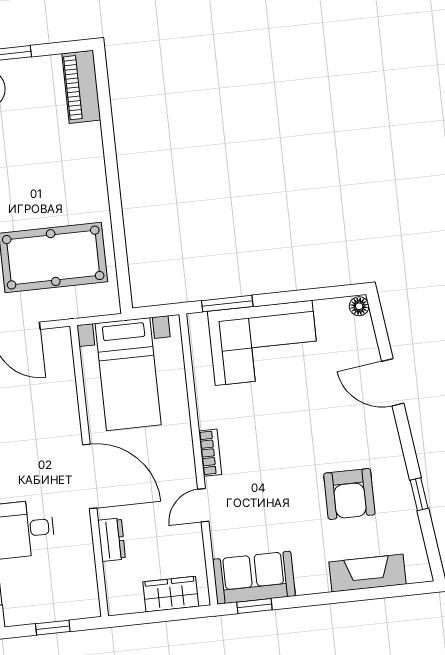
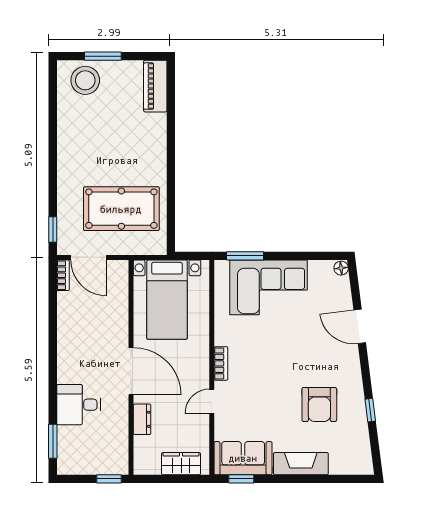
fireplace: (367, 573) -> (301, 464), moved
window: (53, 628) -> (109, 479), moved

